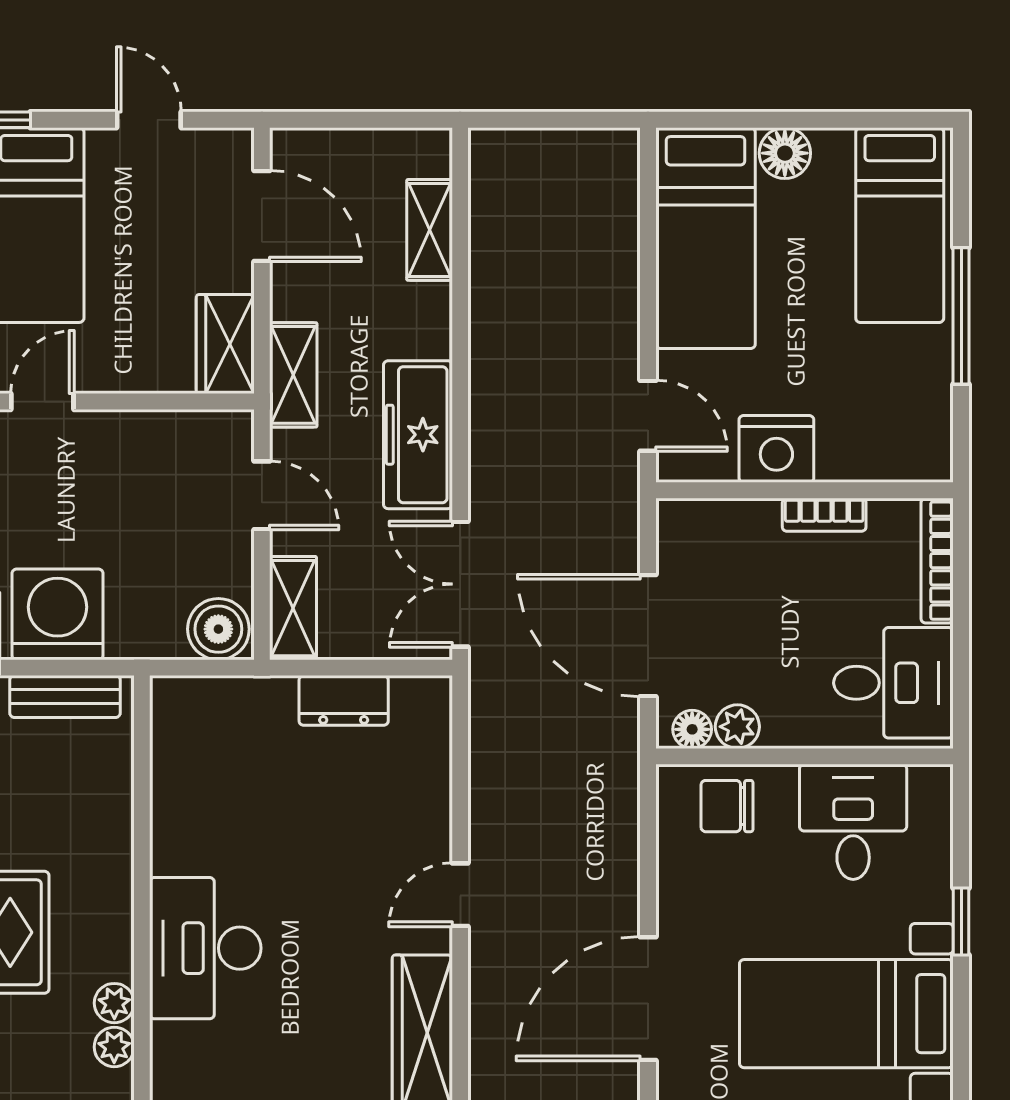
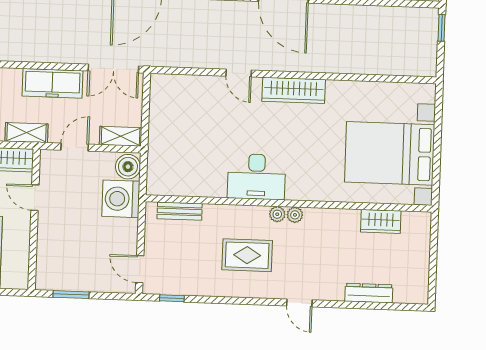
door: (42, 402) -> (35, 198), moved
washing machine: (58, 614) -> (121, 199), moved
bench: (65, 697) -> (180, 211), moved, turned 90
dresser: (344, 700) -> (159, 117), removed

